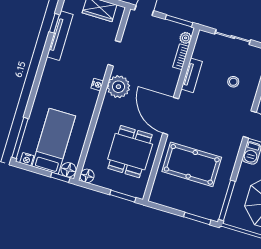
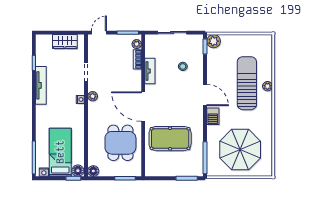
tv unit: (60, 36) -> (41, 85), moved
plant: (118, 87) -> (93, 96), width x0.53, depth x0.53

